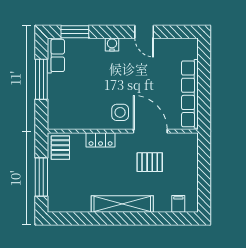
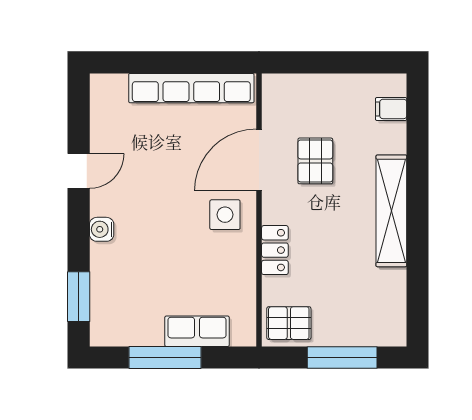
row of seats: (56, 55) -> (197, 331), moved

